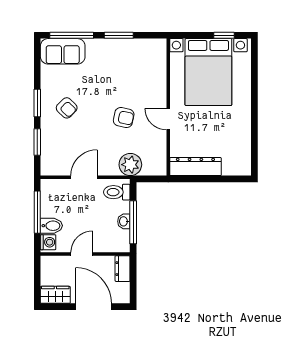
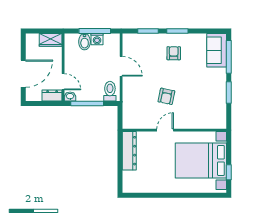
armchair: (67, 108) -> (174, 53), turned 136
plant: (130, 165) -> (131, 101), removed
washbasin: (124, 221) -> (70, 96), moved
washing machine: (48, 242) -> (97, 39), moved
door: (82, 254) -> (63, 82), moved
wardrobe: (55, 295) -> (51, 40), moved, turned 90

